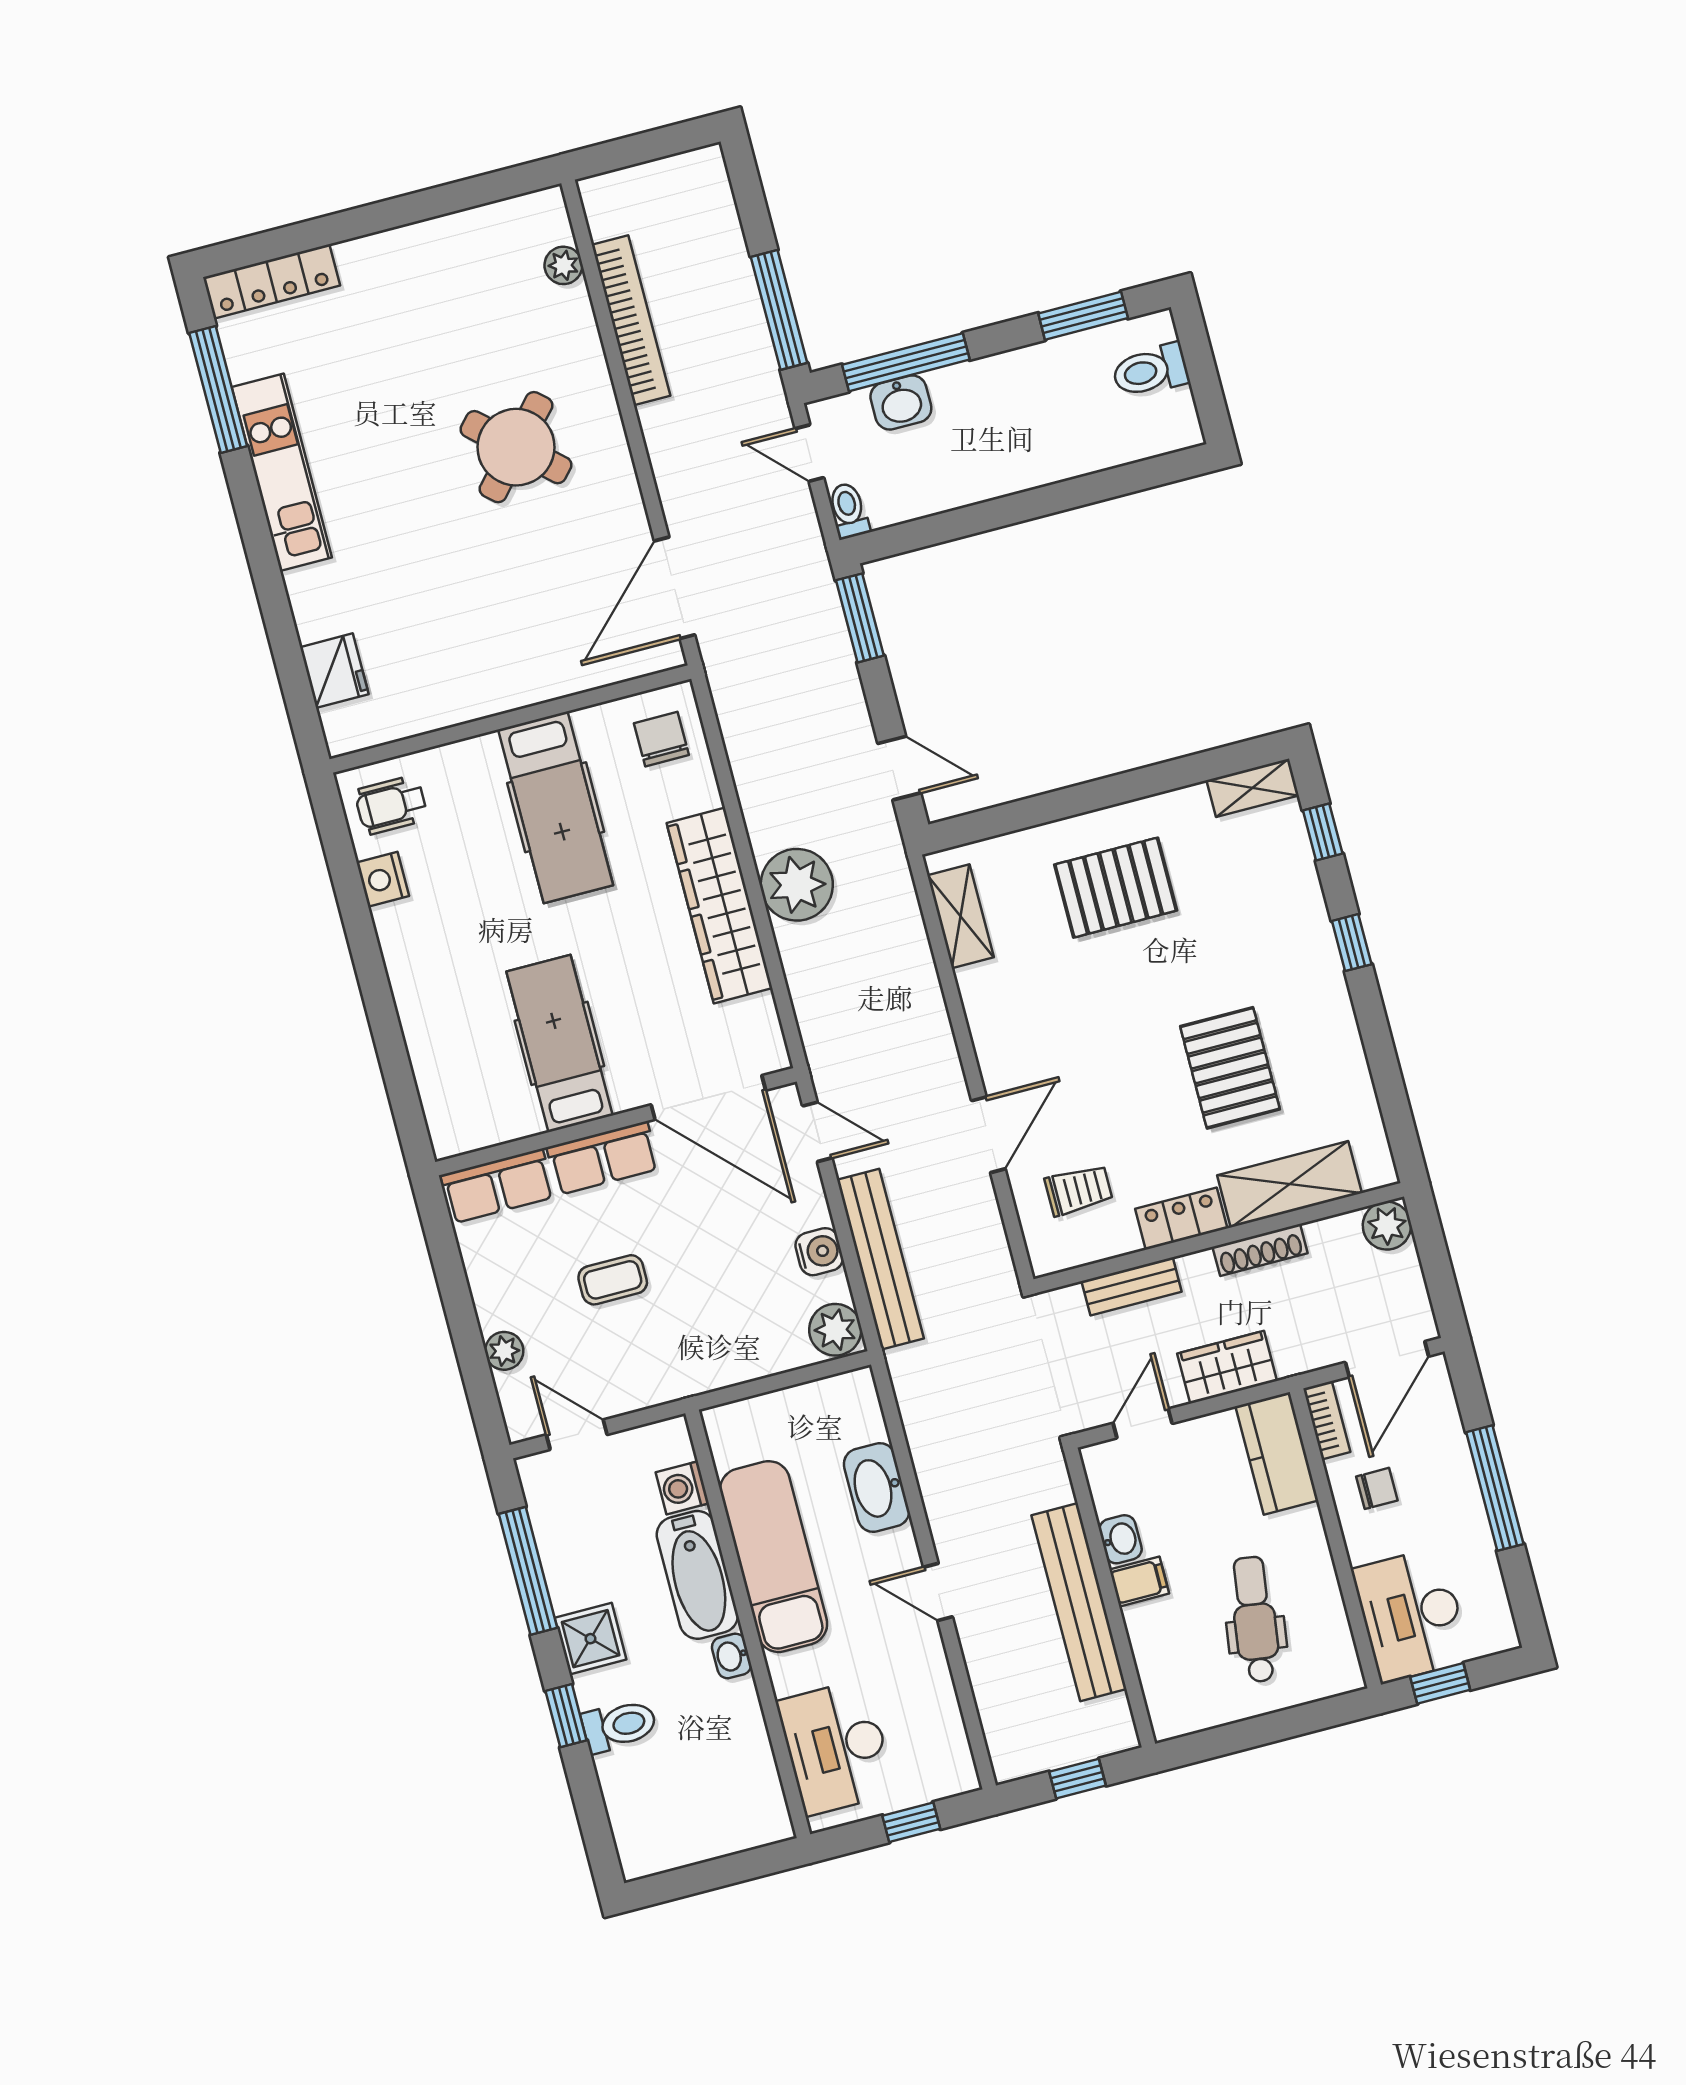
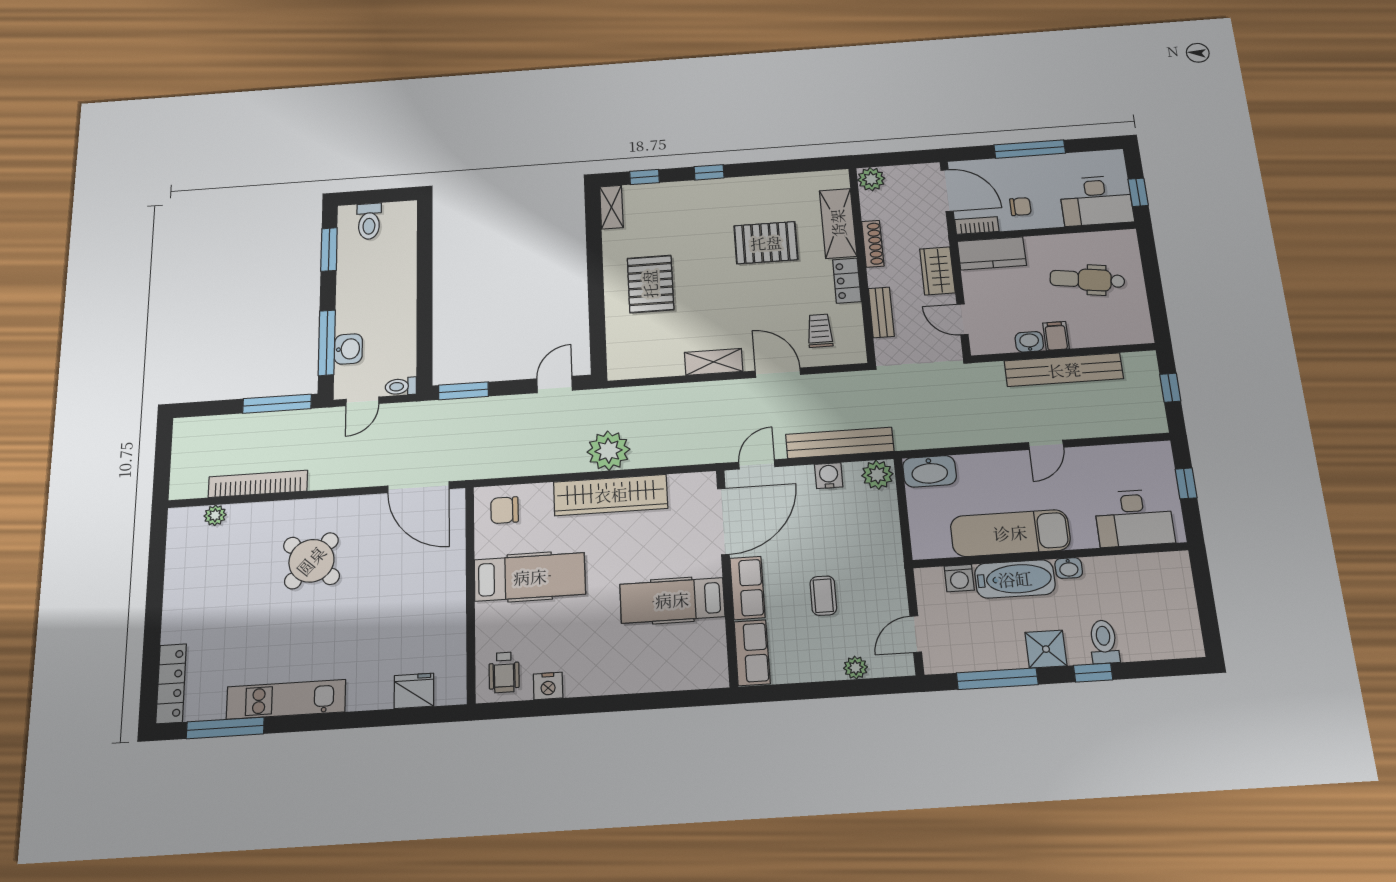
shelving: (961, 916) -> (714, 362), moved
washbasin: (877, 1488) -> (930, 471), moved
chair: (1377, 1488) -> (1020, 207), turned 90

